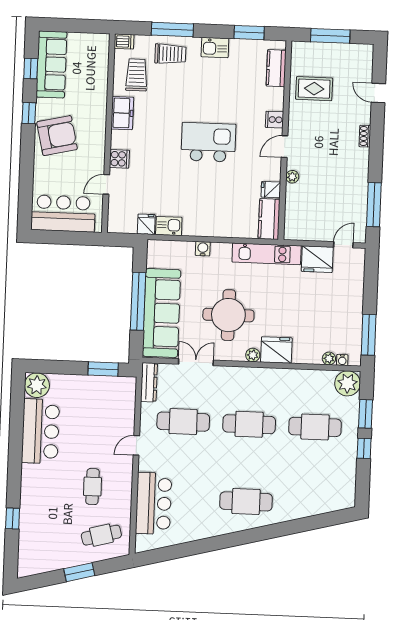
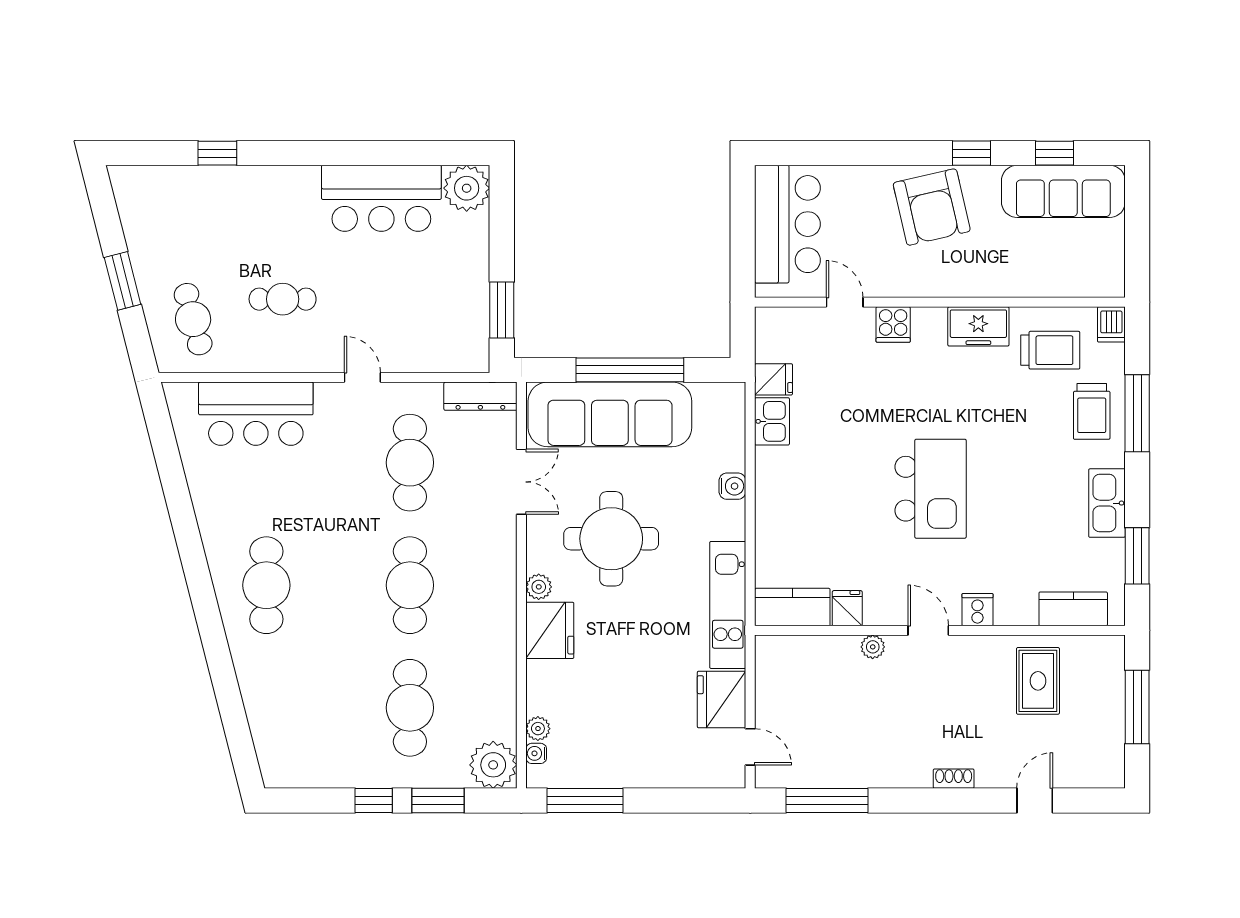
kitchen sink: (215, 47) -> (1107, 503), width x1.38

